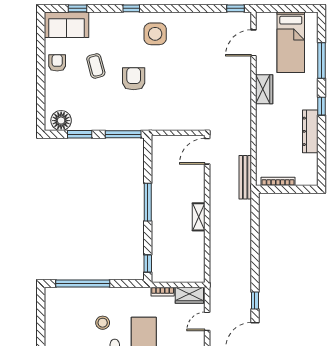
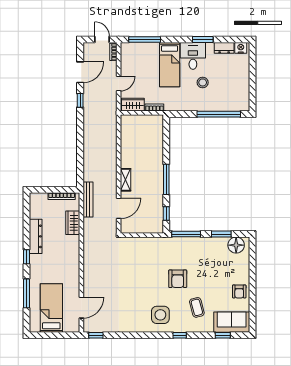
coffee table: (96, 66) -> (197, 307), moved
wardrobe: (264, 89) -> (73, 223), moved
door: (207, 151) -> (119, 208), moved
shelving: (199, 217) -> (125, 180), moved
window: (148, 264) -> (166, 214), moved

